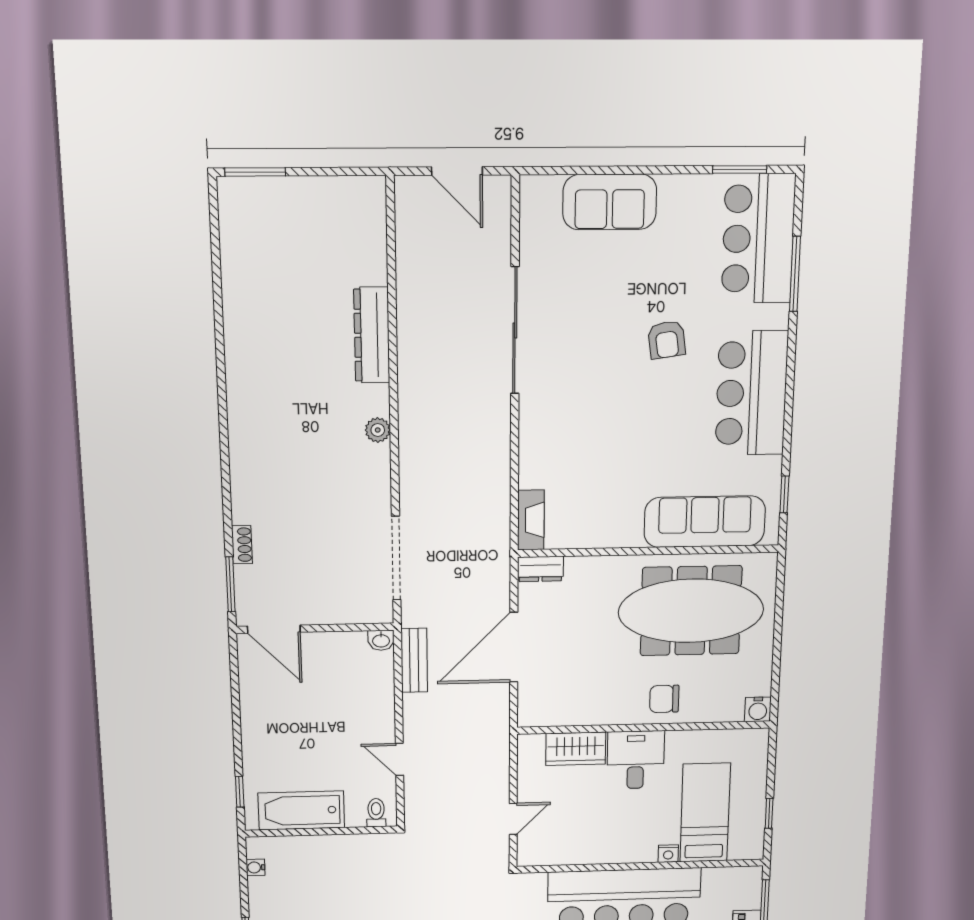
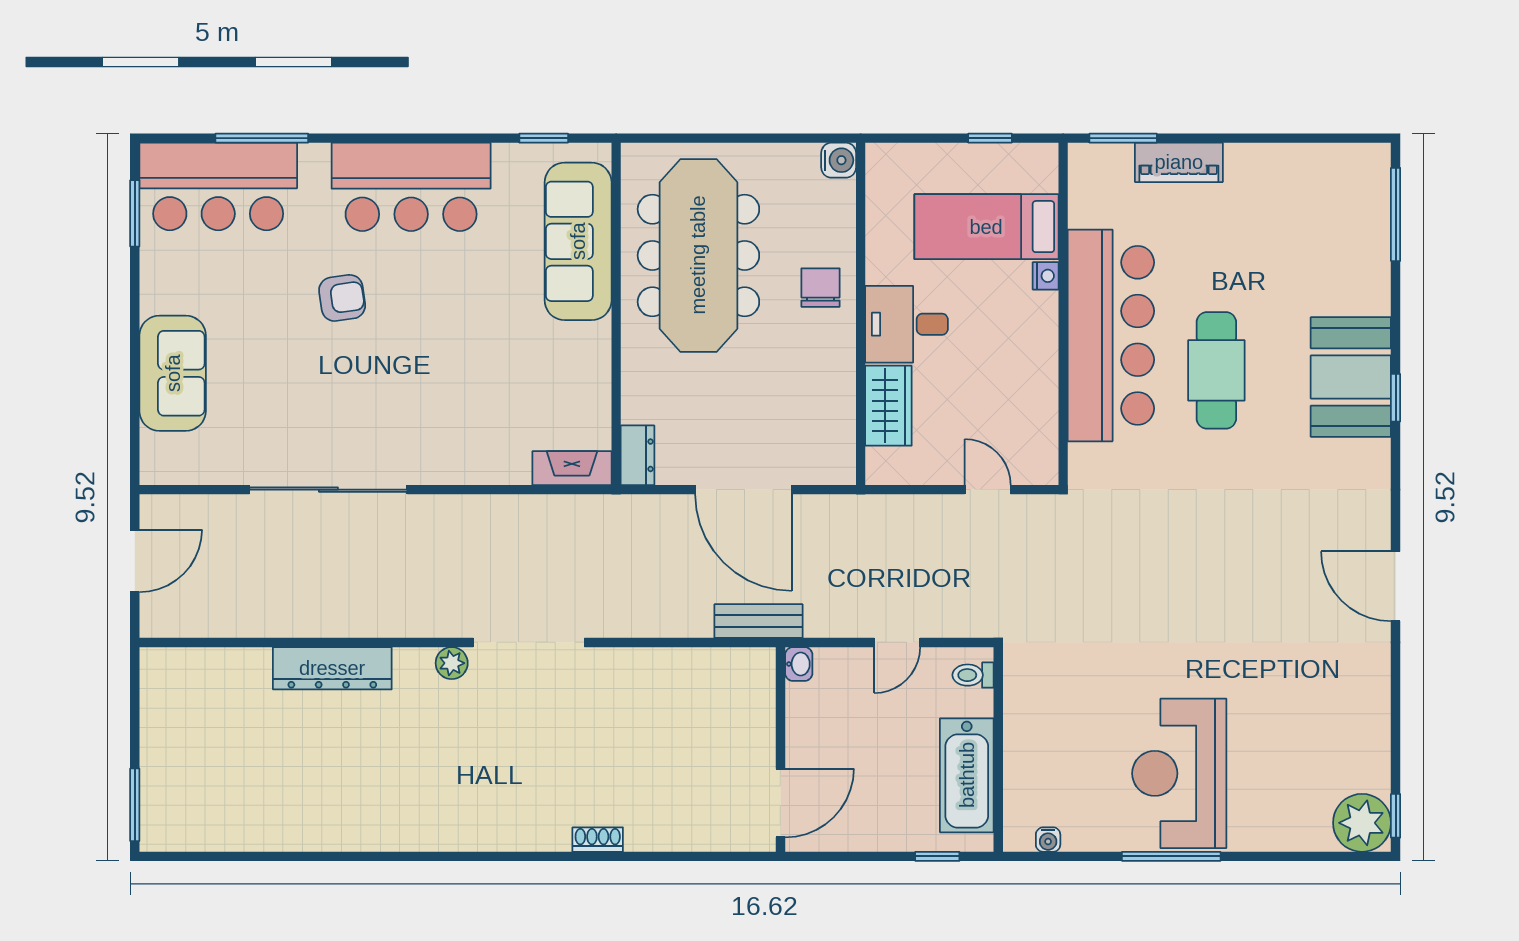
doorway: (396, 558) -> (529, 642), moved
window: (230, 584) -> (650, 856), removed
wall: (315, 628) -> (780, 749), moved
door: (274, 629) -> (780, 803), moved
washbasin: (381, 640) -> (799, 664), moved
chair: (664, 699) -> (820, 288), turned 180

